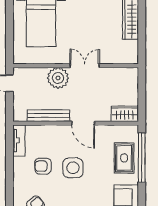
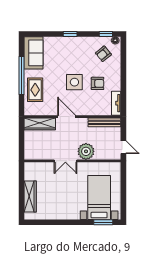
wardrobe: (125, 114) -> (40, 124), width x1.50
bench: (48, 116) -> (104, 122), moved
window: (142, 158) -> (21, 76), moved

